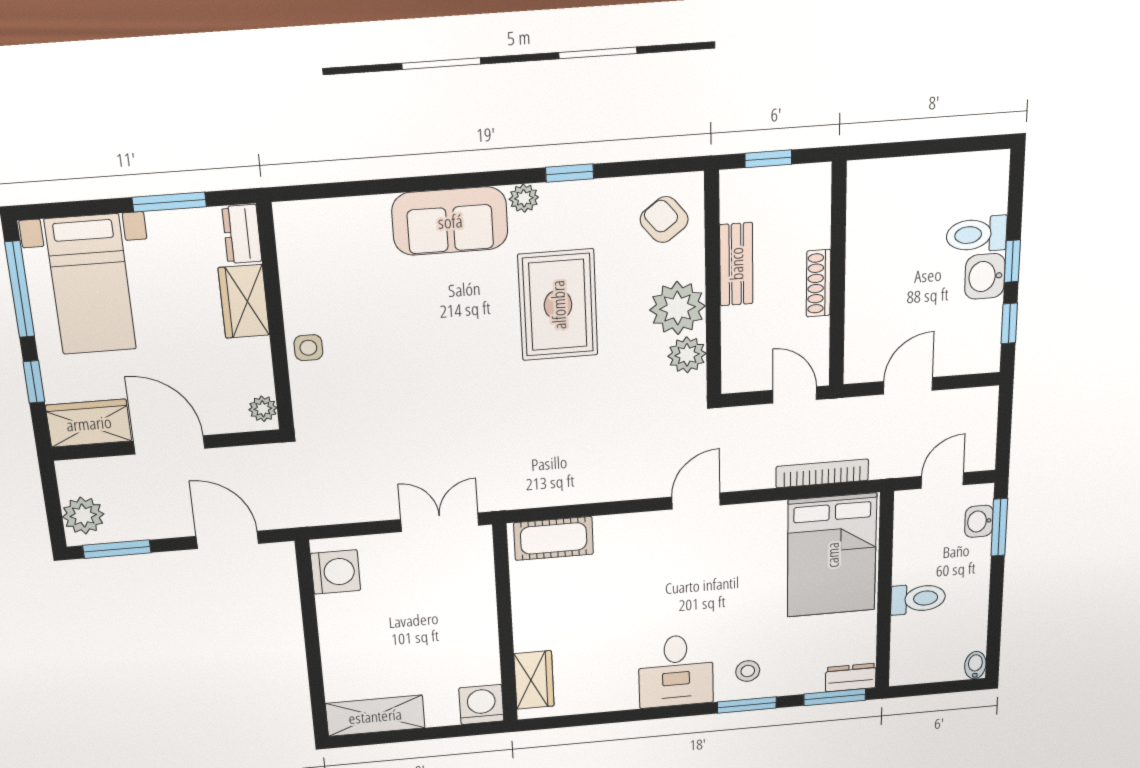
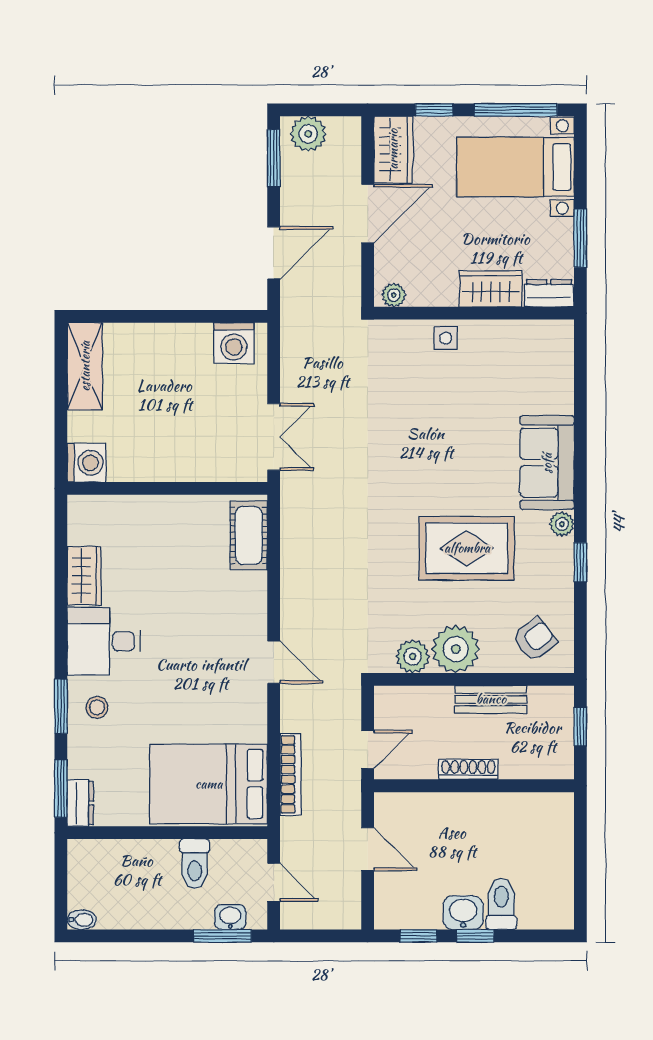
toilet: (918, 599) -> (195, 864), moved
wardrobe: (534, 680) -> (84, 576), moved, turned -90

